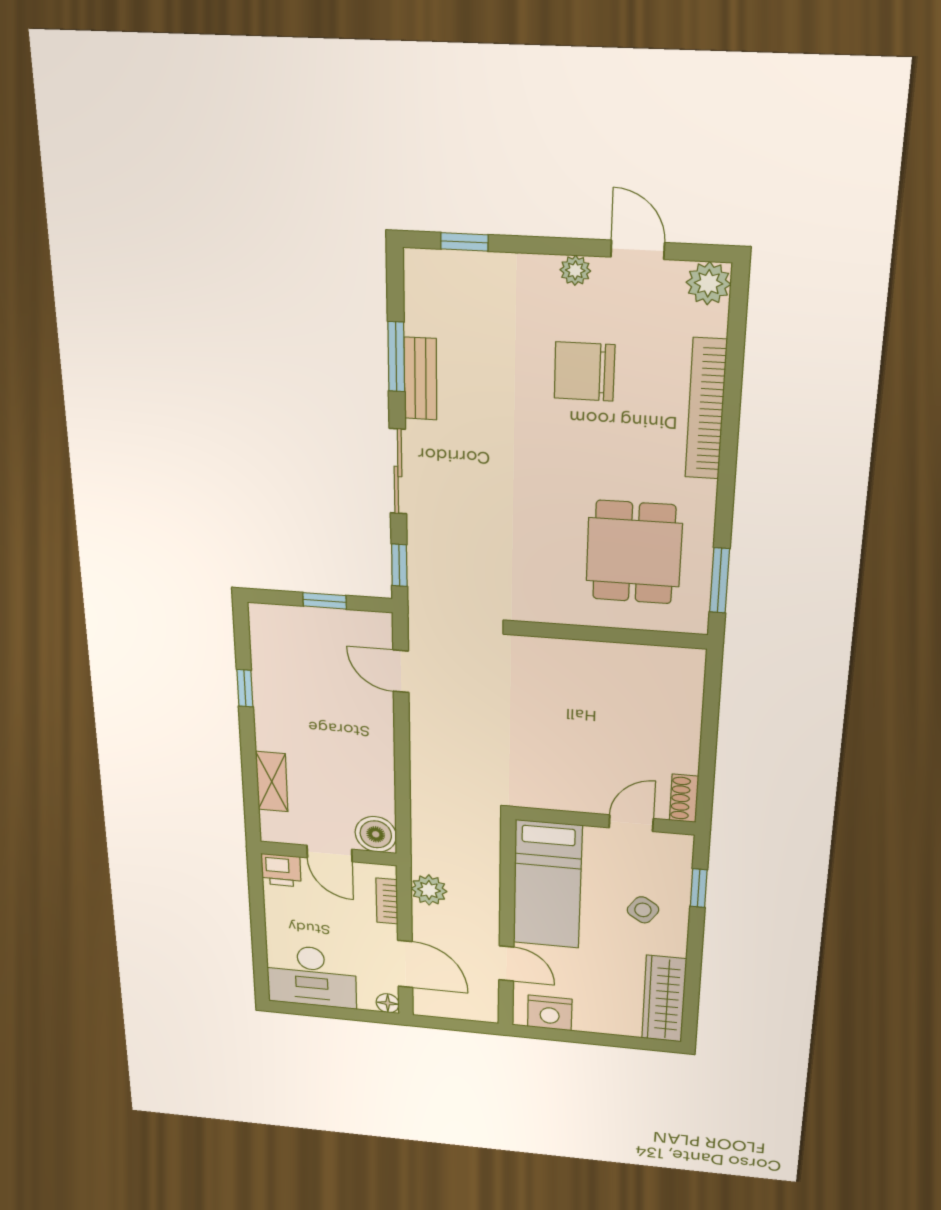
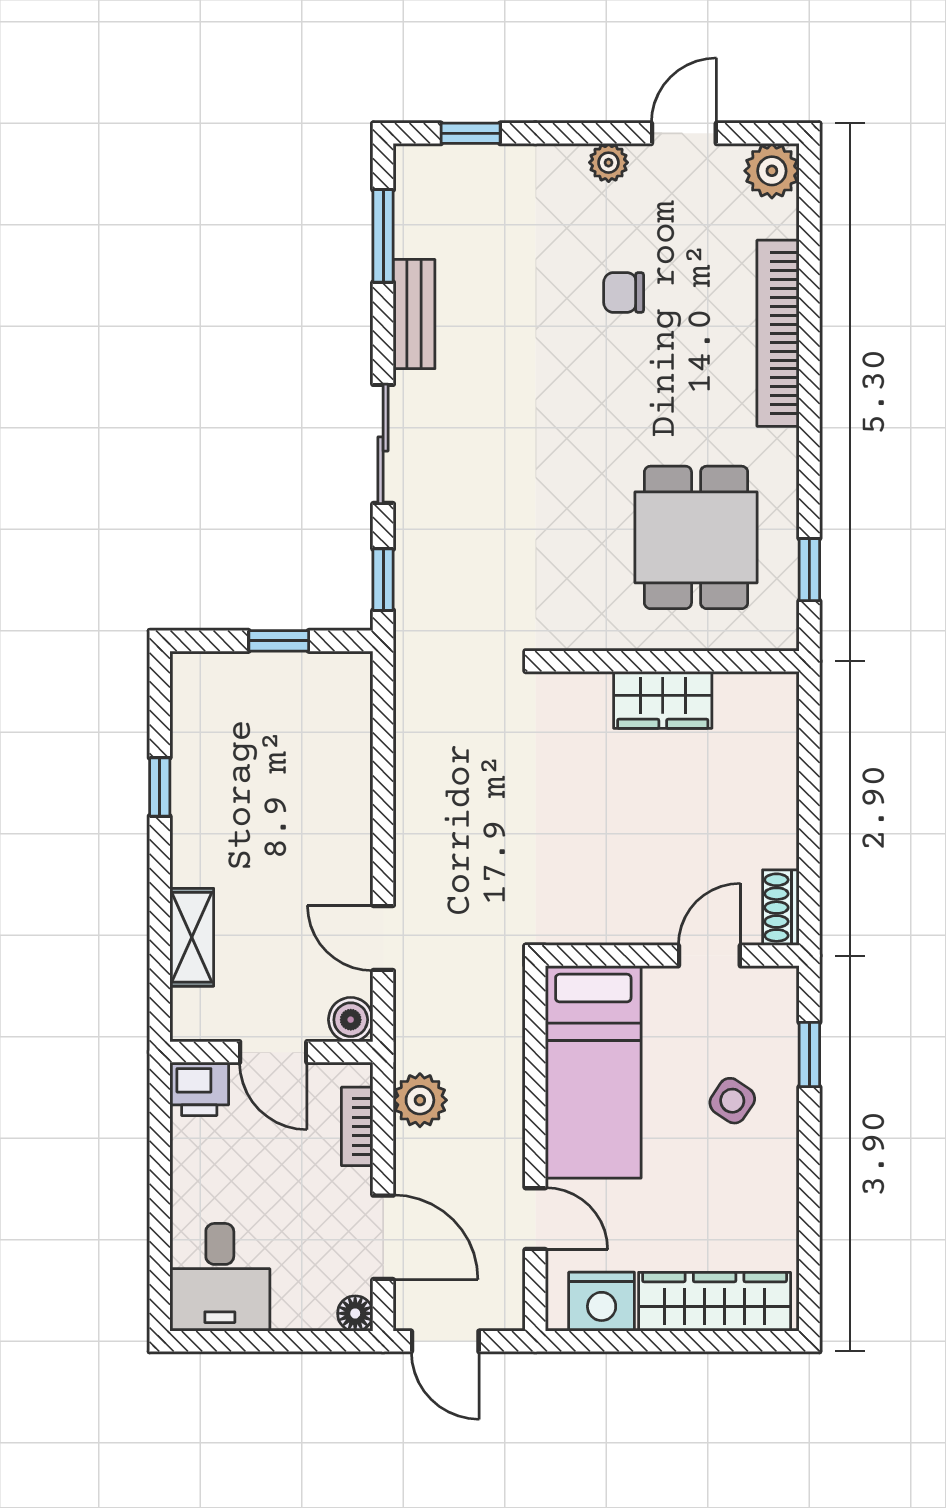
door: (638, 250) -> (684, 133), hinge flipped
window: (396, 357) -> (383, 236), moved
chair: (584, 372) -> (624, 292), width x0.54, depth x0.54
window: (719, 580) -> (809, 570), width x0.67
wardrobe: (604, 660) -> (663, 700), added
door: (401, 671) -> (383, 938), moved
boiler: (376, 834) -> (351, 1020), width x0.73, depth x0.73
desk: (311, 976) -> (220, 1277), width x0.73
wardrobe: (664, 999) -> (715, 1302), moved, turned 90
door: (446, 1024) -> (445, 1341), added

